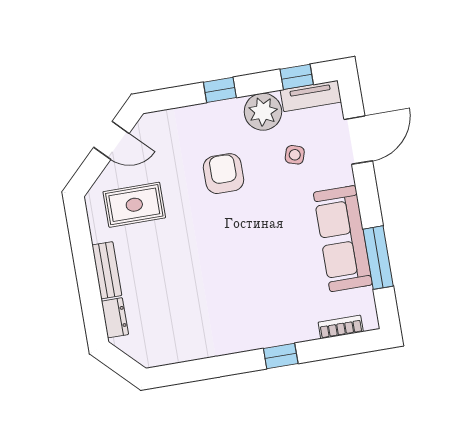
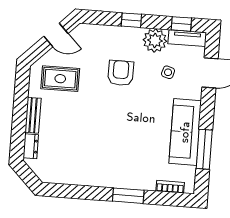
window: (281, 356) -> (128, 196), width x1.50

